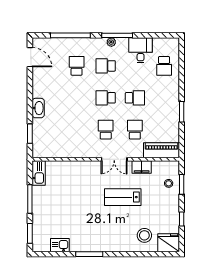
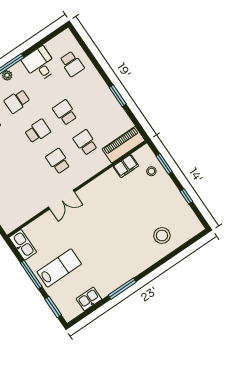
school desk: (106, 98) -> (38, 131), turned 180
school desk: (135, 98) -> (65, 113), turned -90
double door: (114, 159) -> (61, 200), moved
filing cabinet: (142, 167) -> (126, 166), moved
lab bench: (123, 197) -> (59, 268), moved, turned 180
fridge: (169, 243) -> (189, 227), removed

